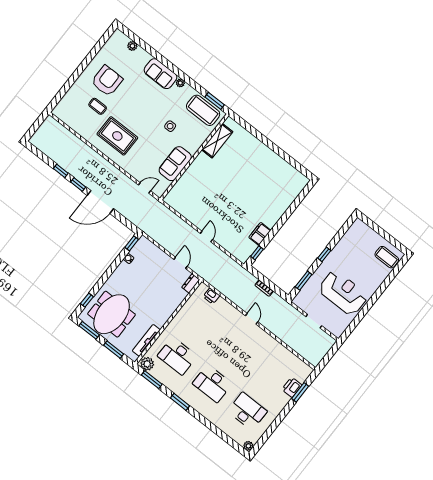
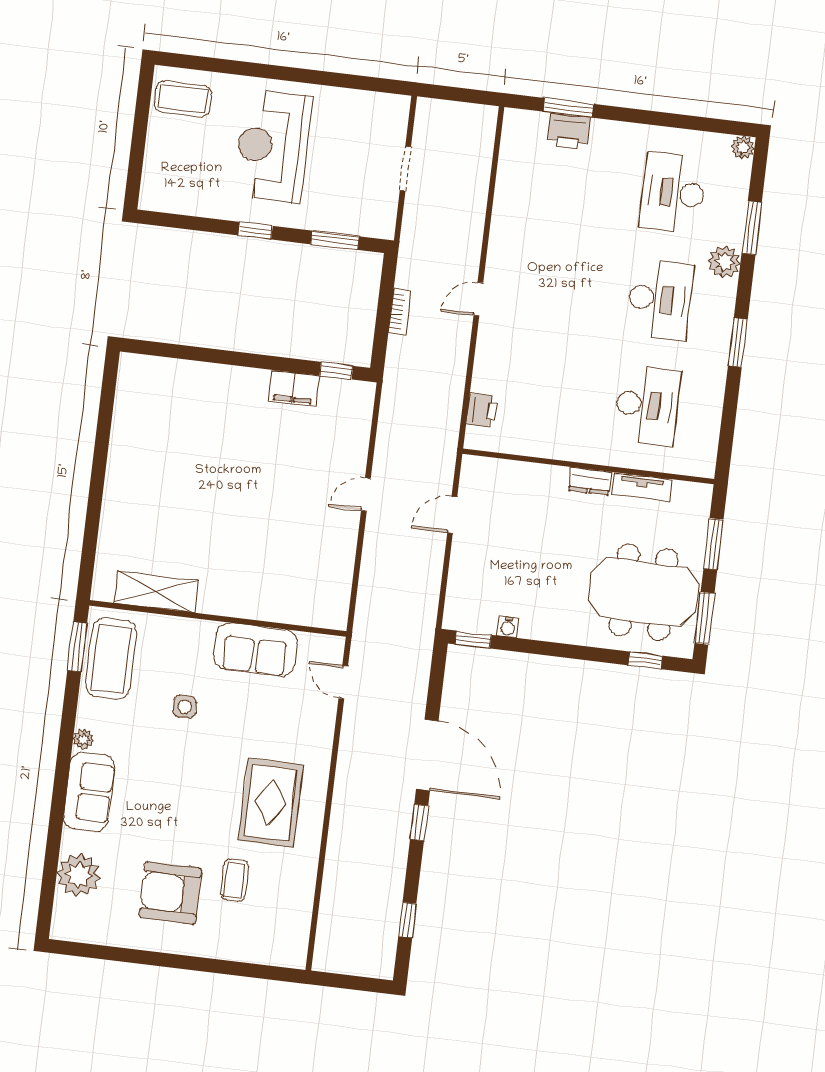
plant: (132, 46) -> (79, 875), width x1.87, depth x1.87
window: (61, 171) -> (407, 920), moved
coffee table: (387, 257) -> (183, 99), turned 90
dresser: (191, 283) -> (590, 481), moved
reception desk: (343, 293) -> (273, 146), moved
tv unit: (146, 340) -> (642, 487), width x0.71
plant: (147, 364) -> (724, 262), moved
window: (152, 380) -> (752, 228), moved

